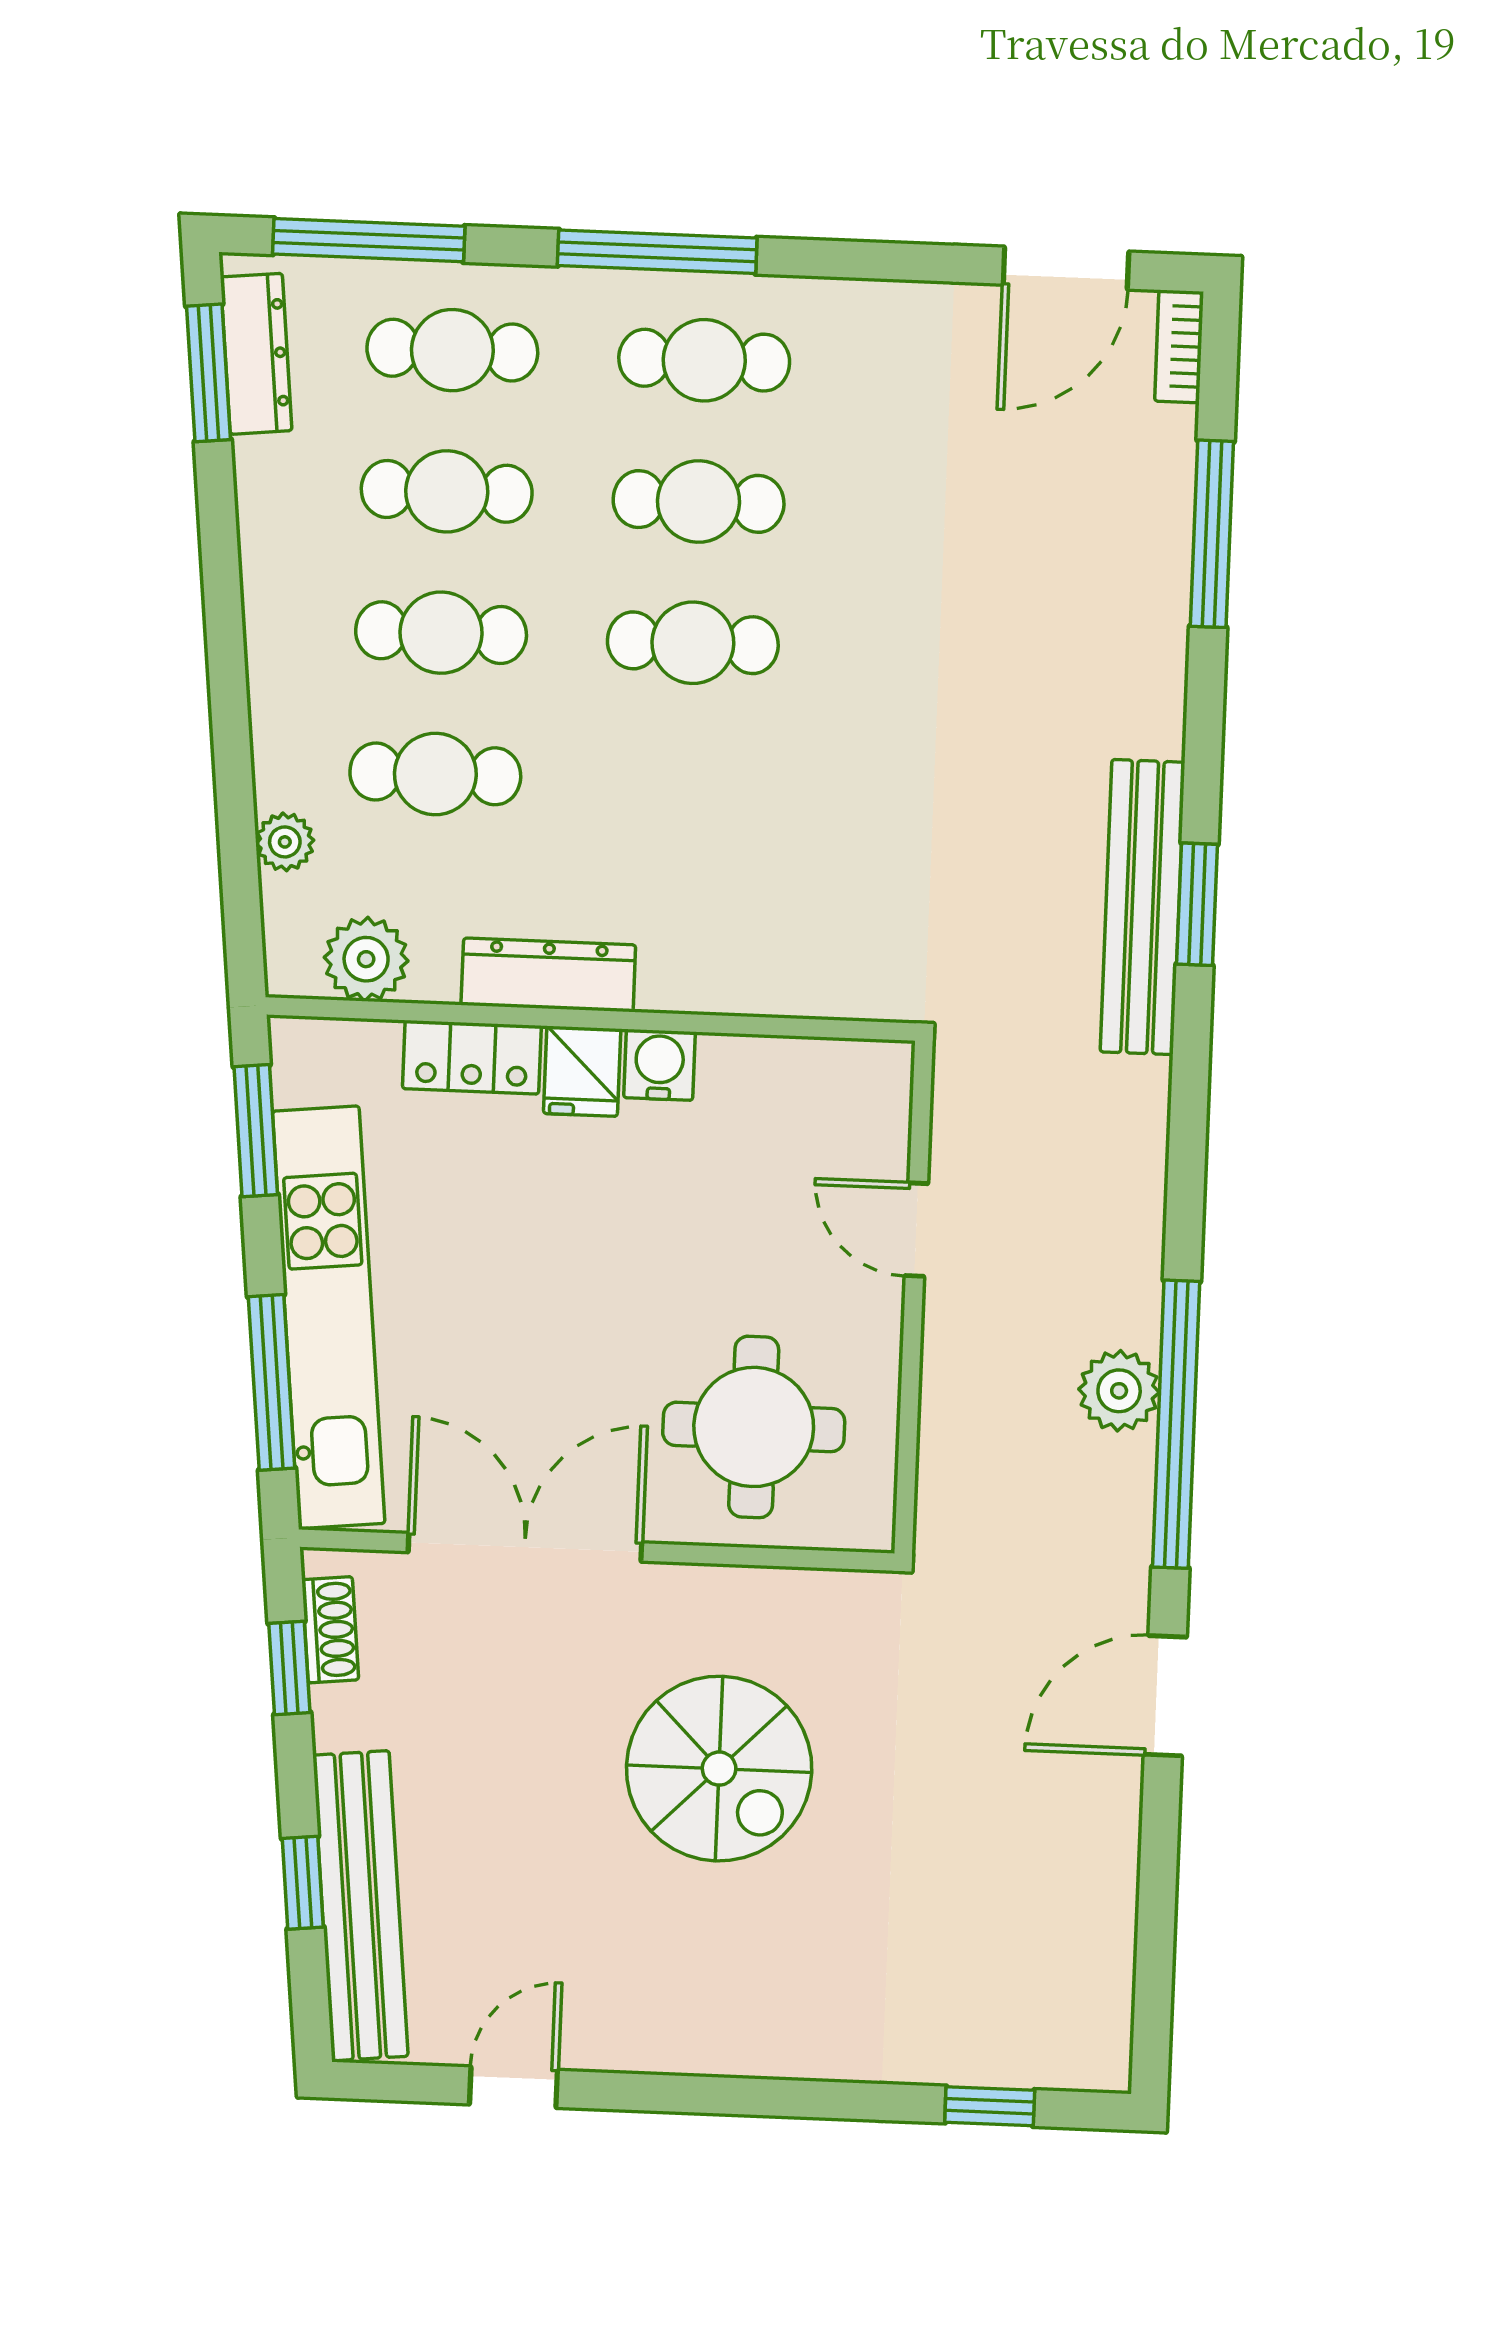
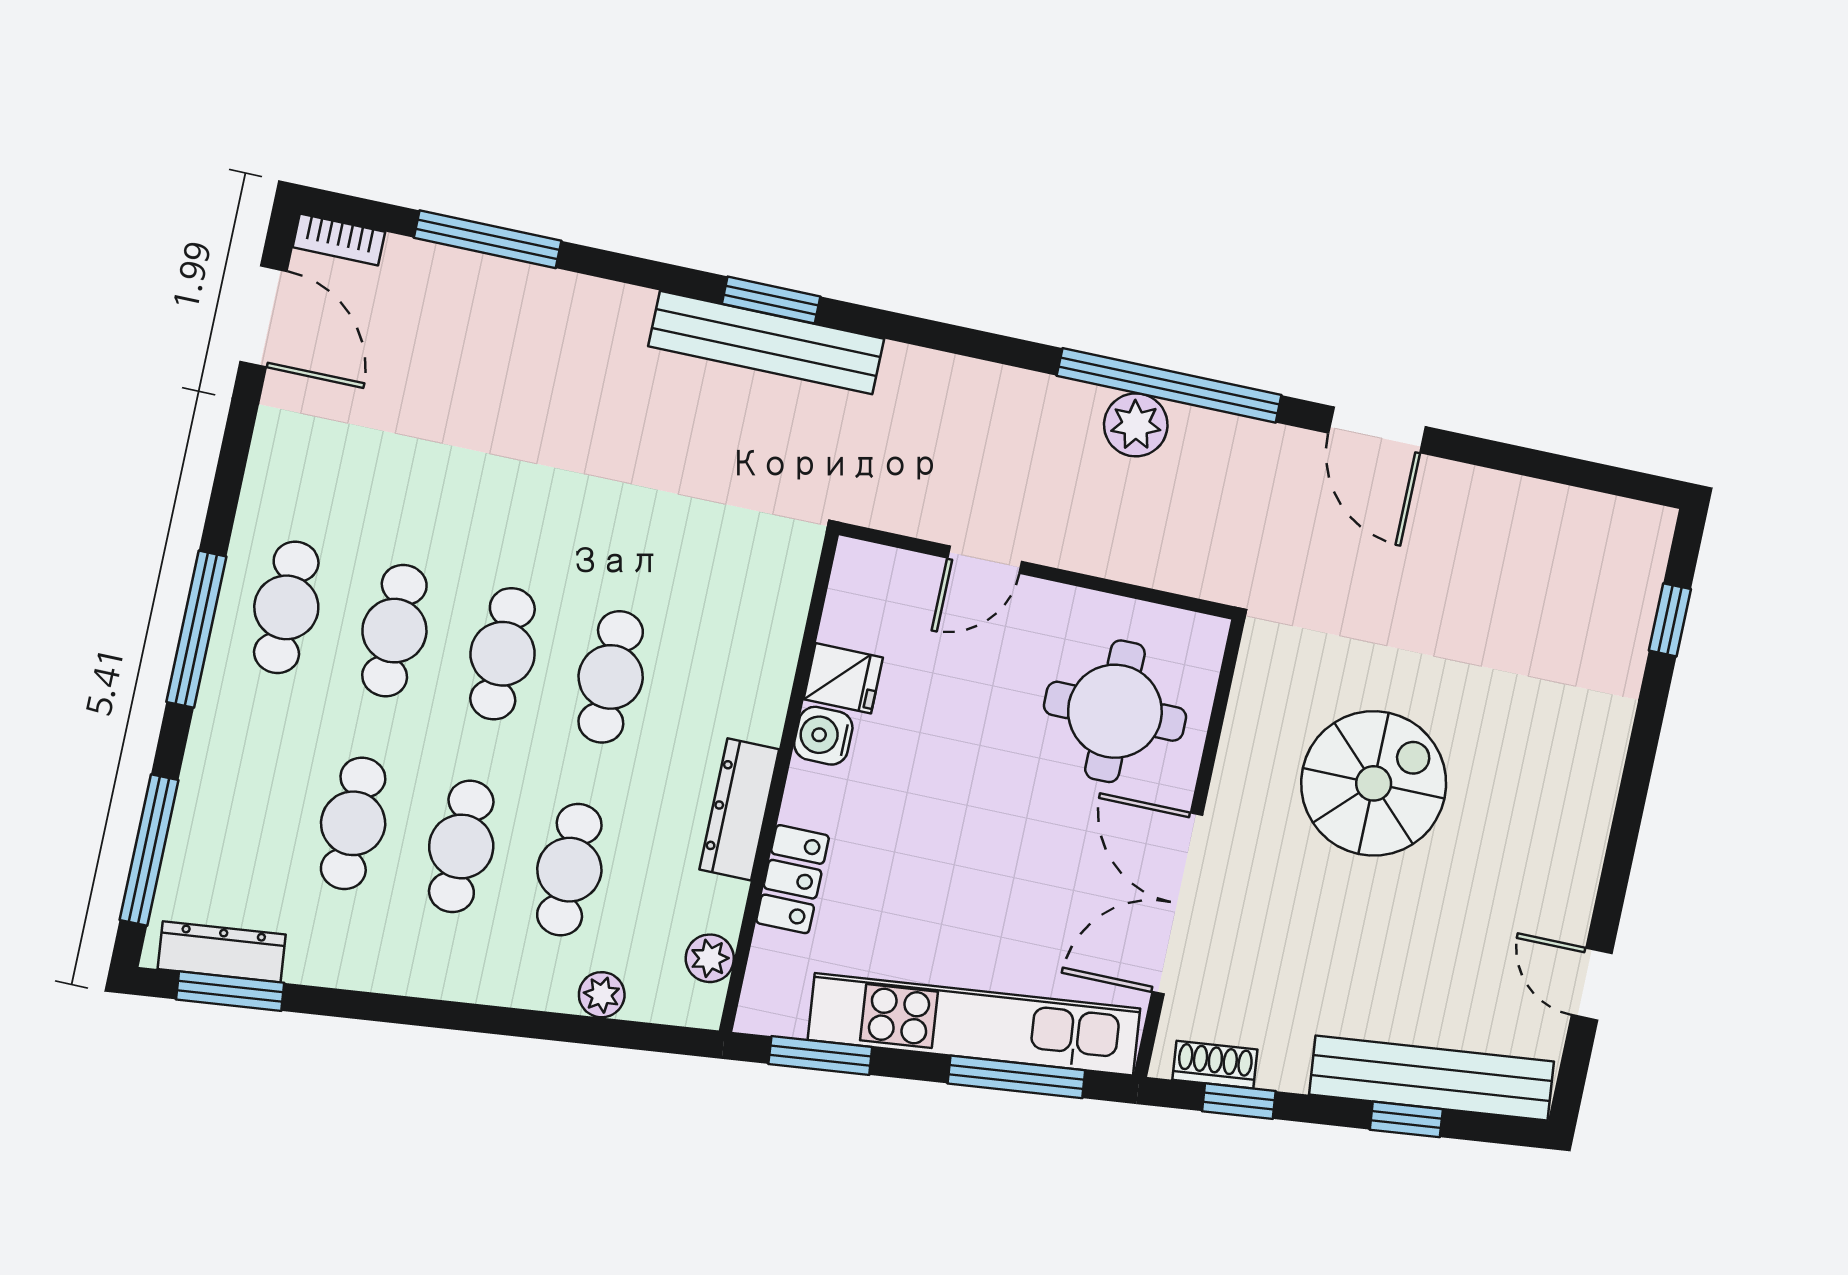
cafe table: (452, 350) -> (611, 677), moved
plant: (366, 959) -> (710, 958), width x0.73, depth x0.73
fridge: (582, 1071) -> (843, 678), moved

